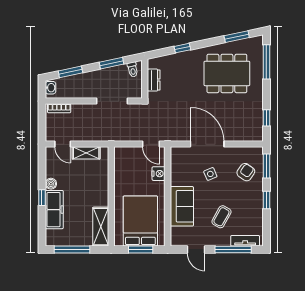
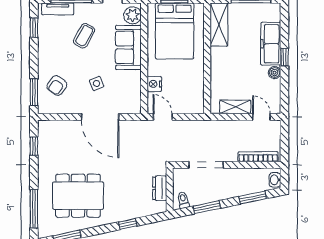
bookcase: (59, 108) -> (258, 157), width x1.56
window: (266, 200) -> (34, 28), moved
plant: (178, 235) -> (133, 15), added

